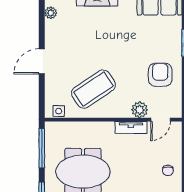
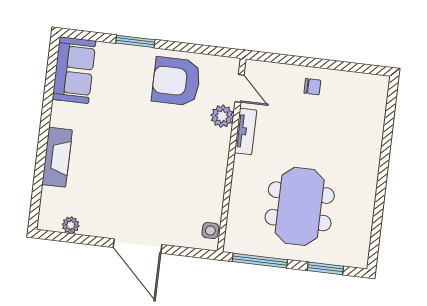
door: (42, 61) -> (138, 246), width x1.36
armchair: (160, 75) -> (176, 81), width x1.36, depth x1.36
coffee table: (93, 89) -> (185, 178), removed

